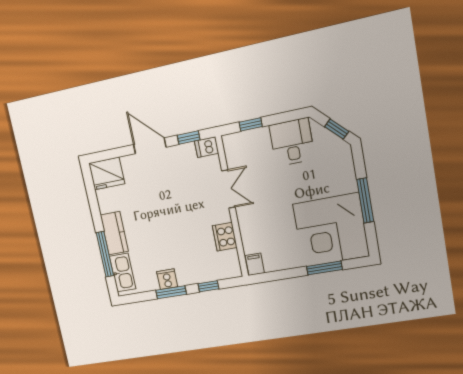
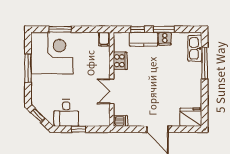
window: (251, 124) -> (79, 129), moved
window: (189, 138) -> (131, 129), removed
kitchen counter: (114, 233) -> (144, 39), moved, turned -90

